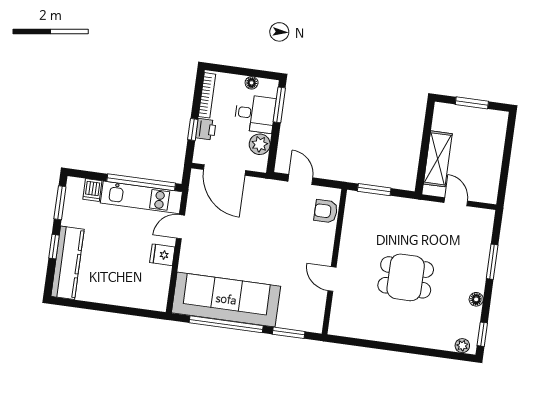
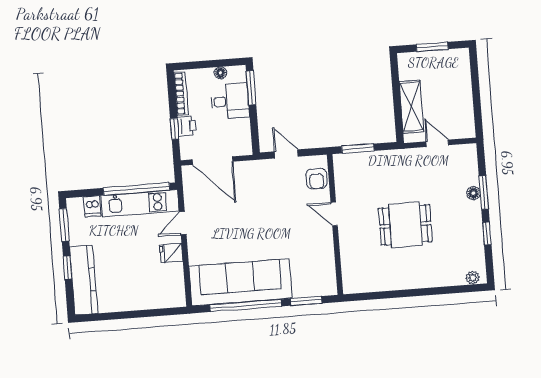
plant: (260, 144) -> (241, 129), removed
armchair: (326, 211) -> (317, 179), turned -90
door: (332, 279) -> (334, 214), moved
floor lamp: (476, 299) -> (473, 193), moved
window: (482, 334) -> (487, 234), moved

